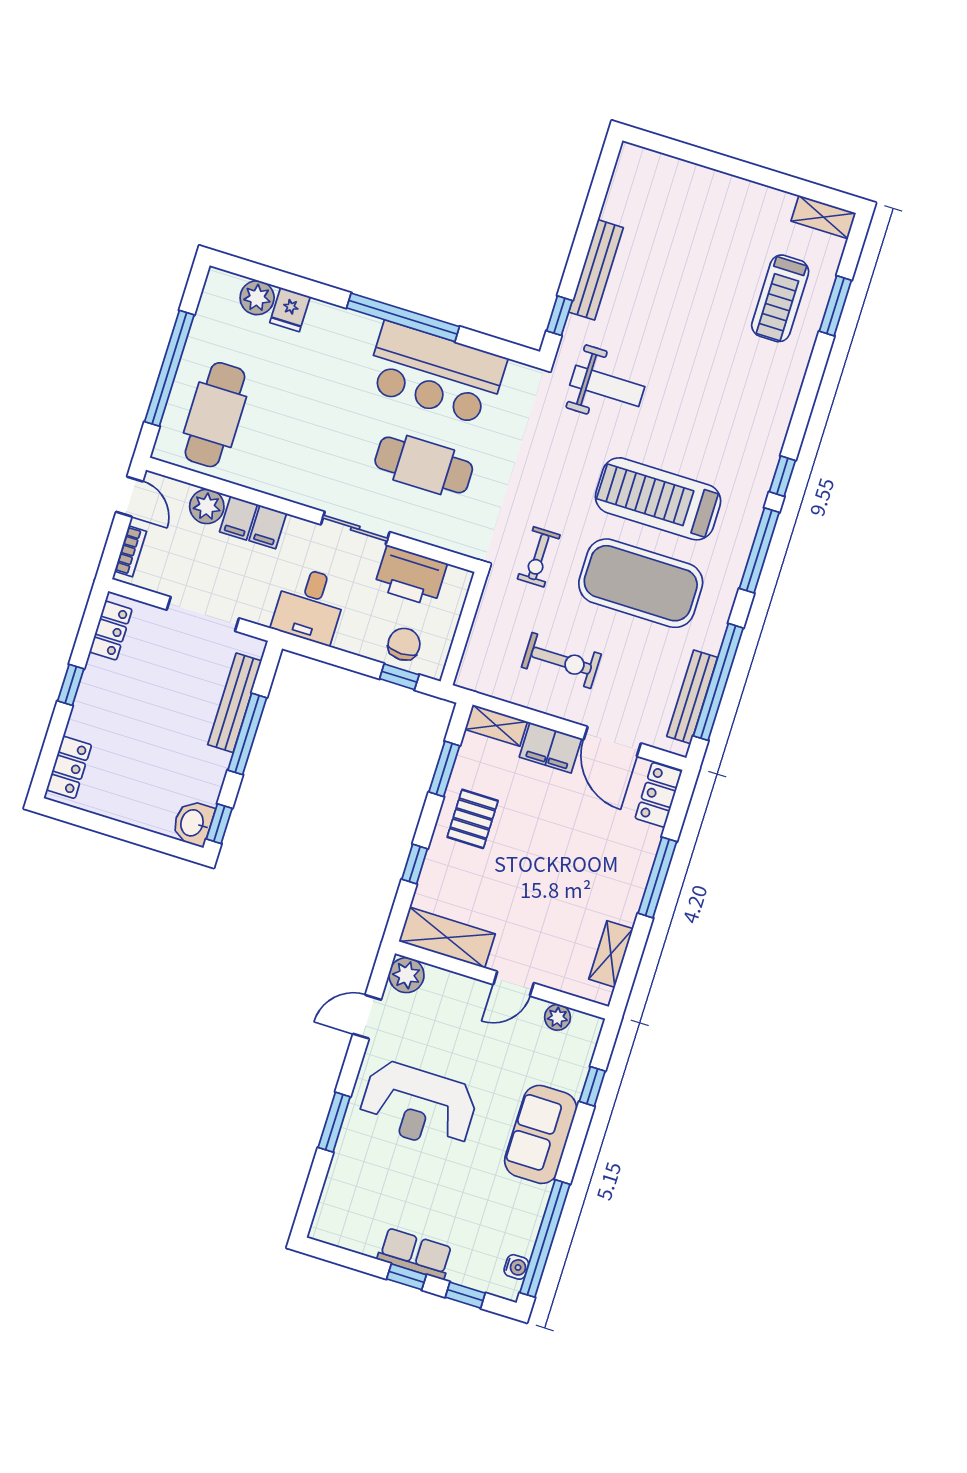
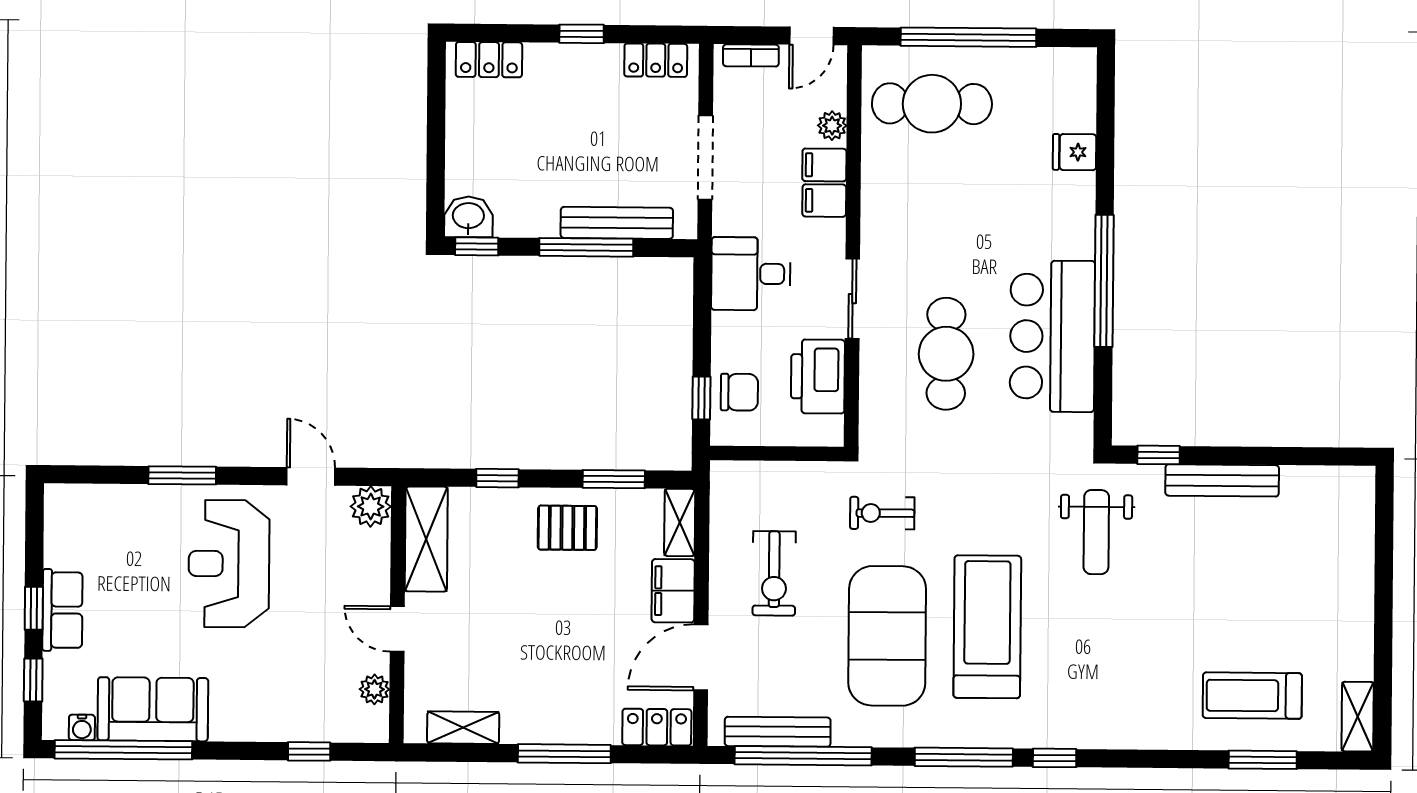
plant: (257, 298) -> (1077, 111), removed
plant: (207, 506) -> (832, 126), width x0.73, depth x0.73
sofa: (541, 1134) -> (153, 709), moved

